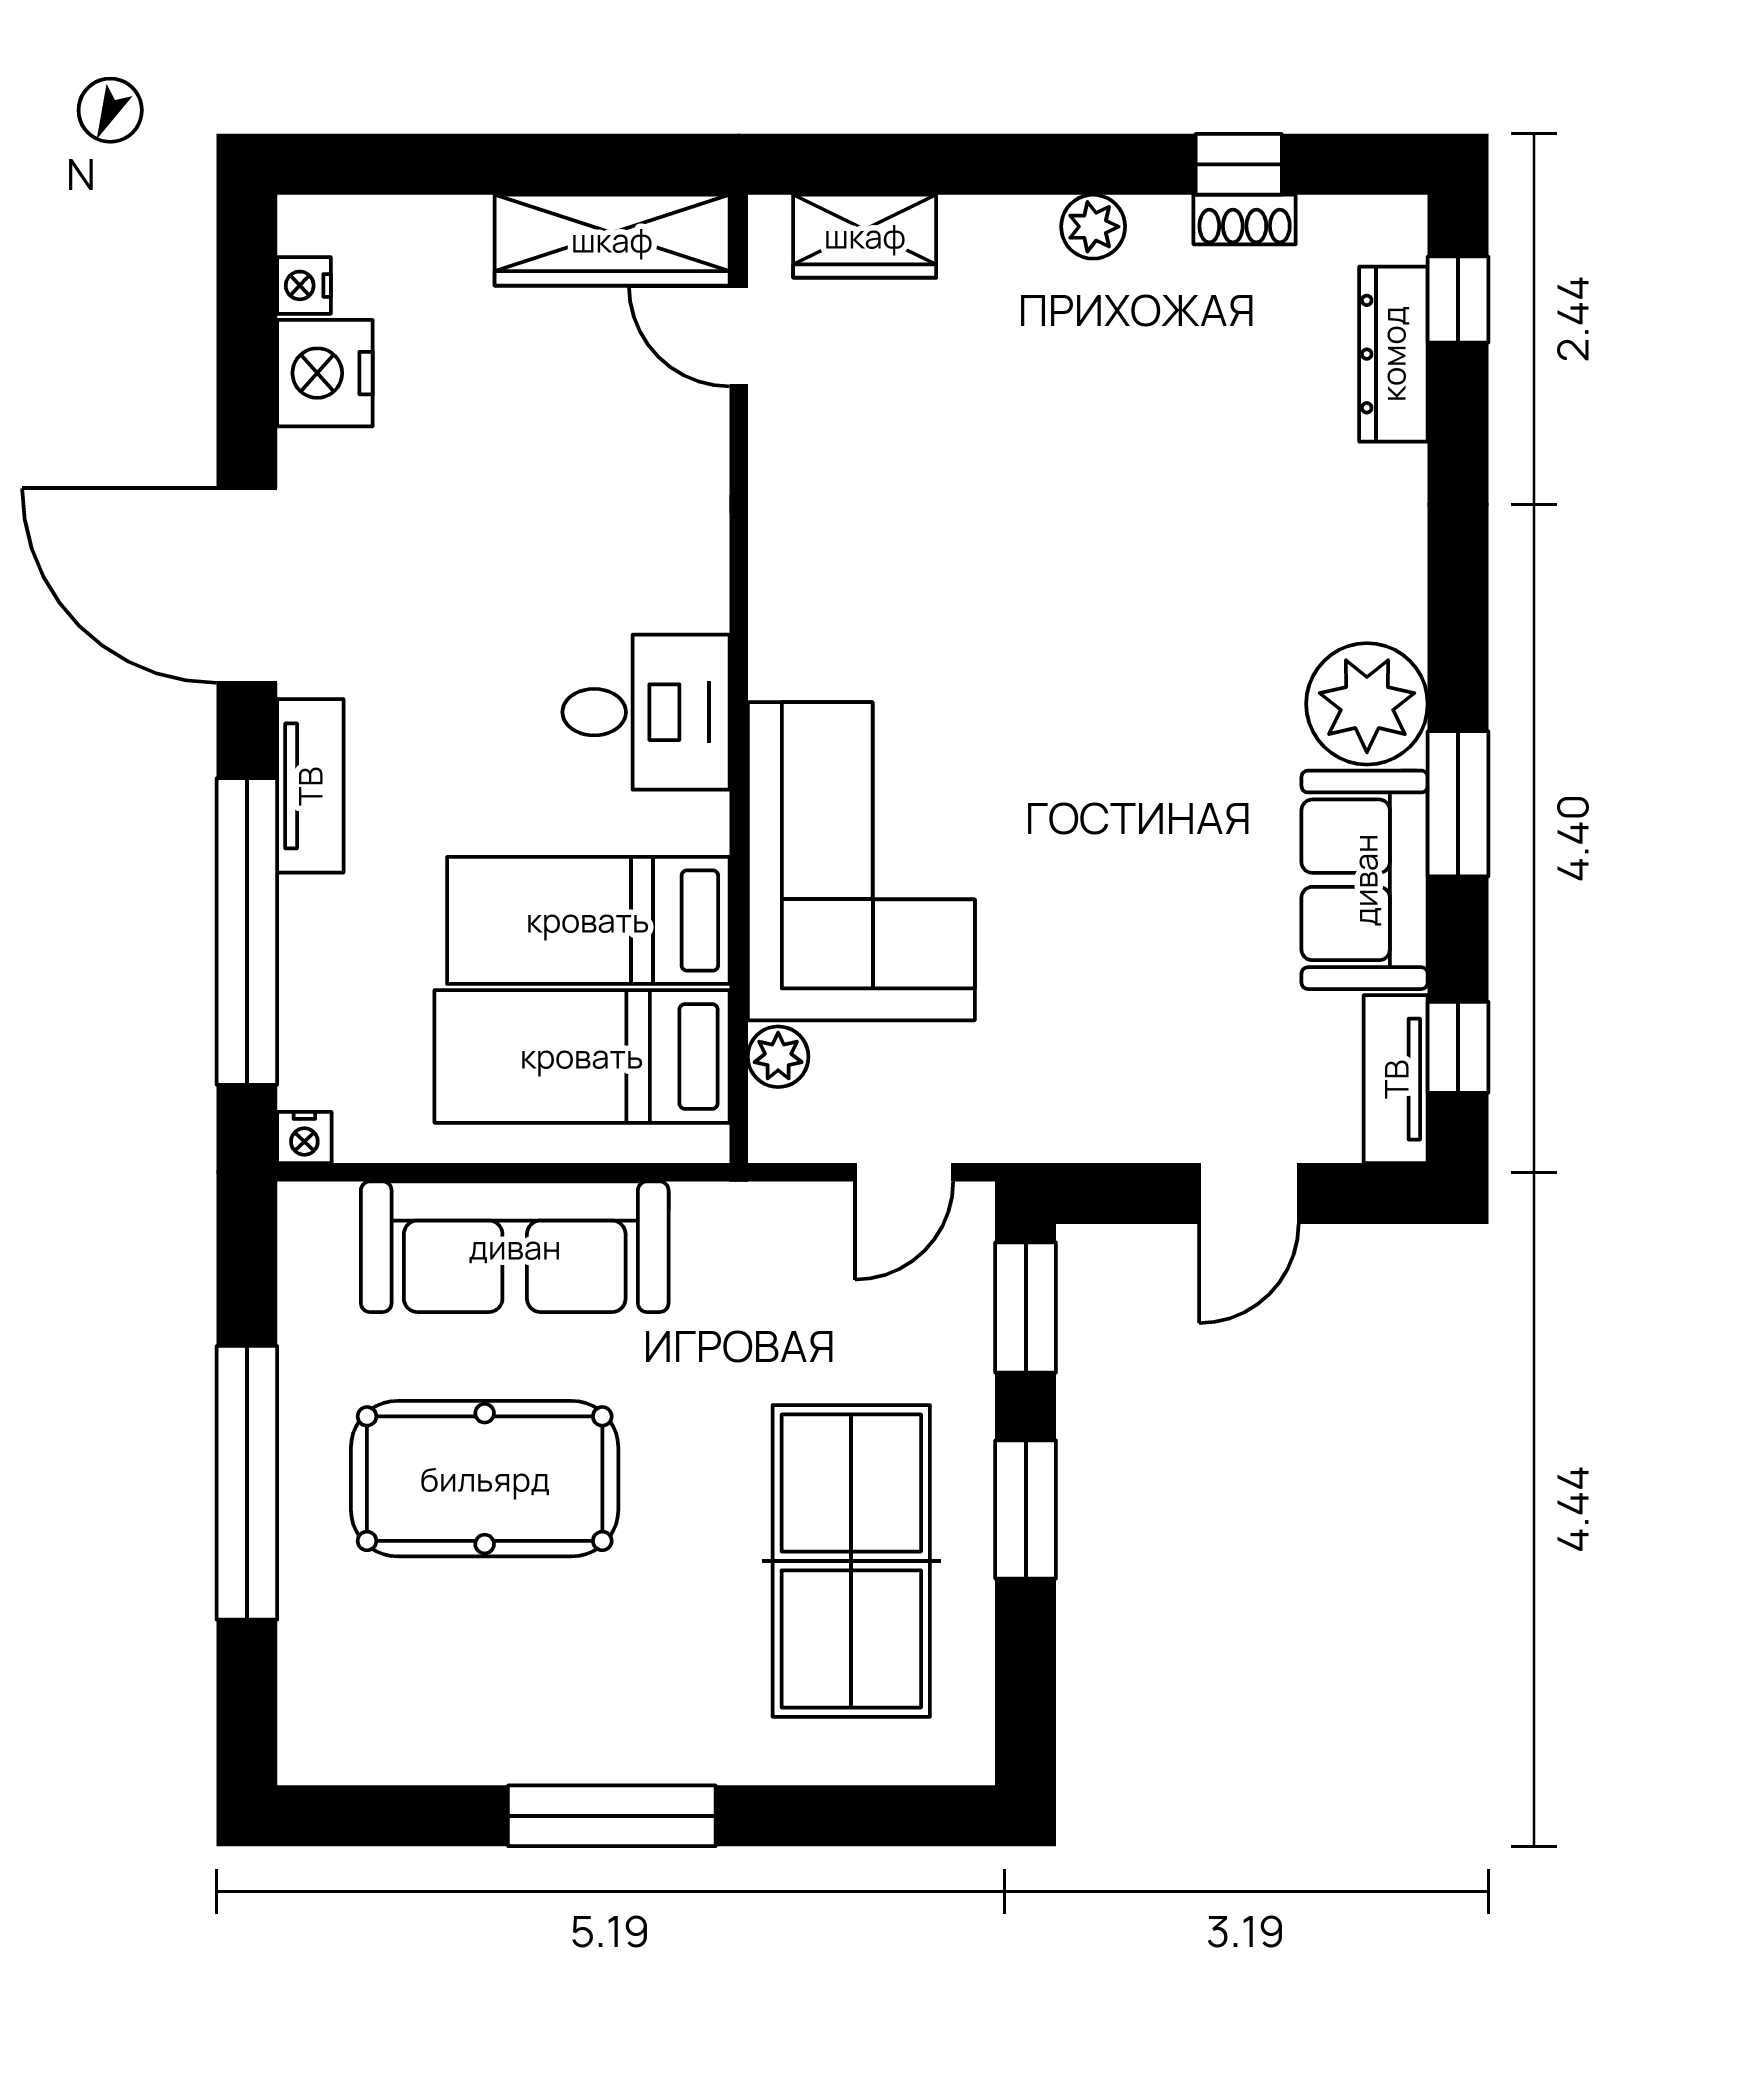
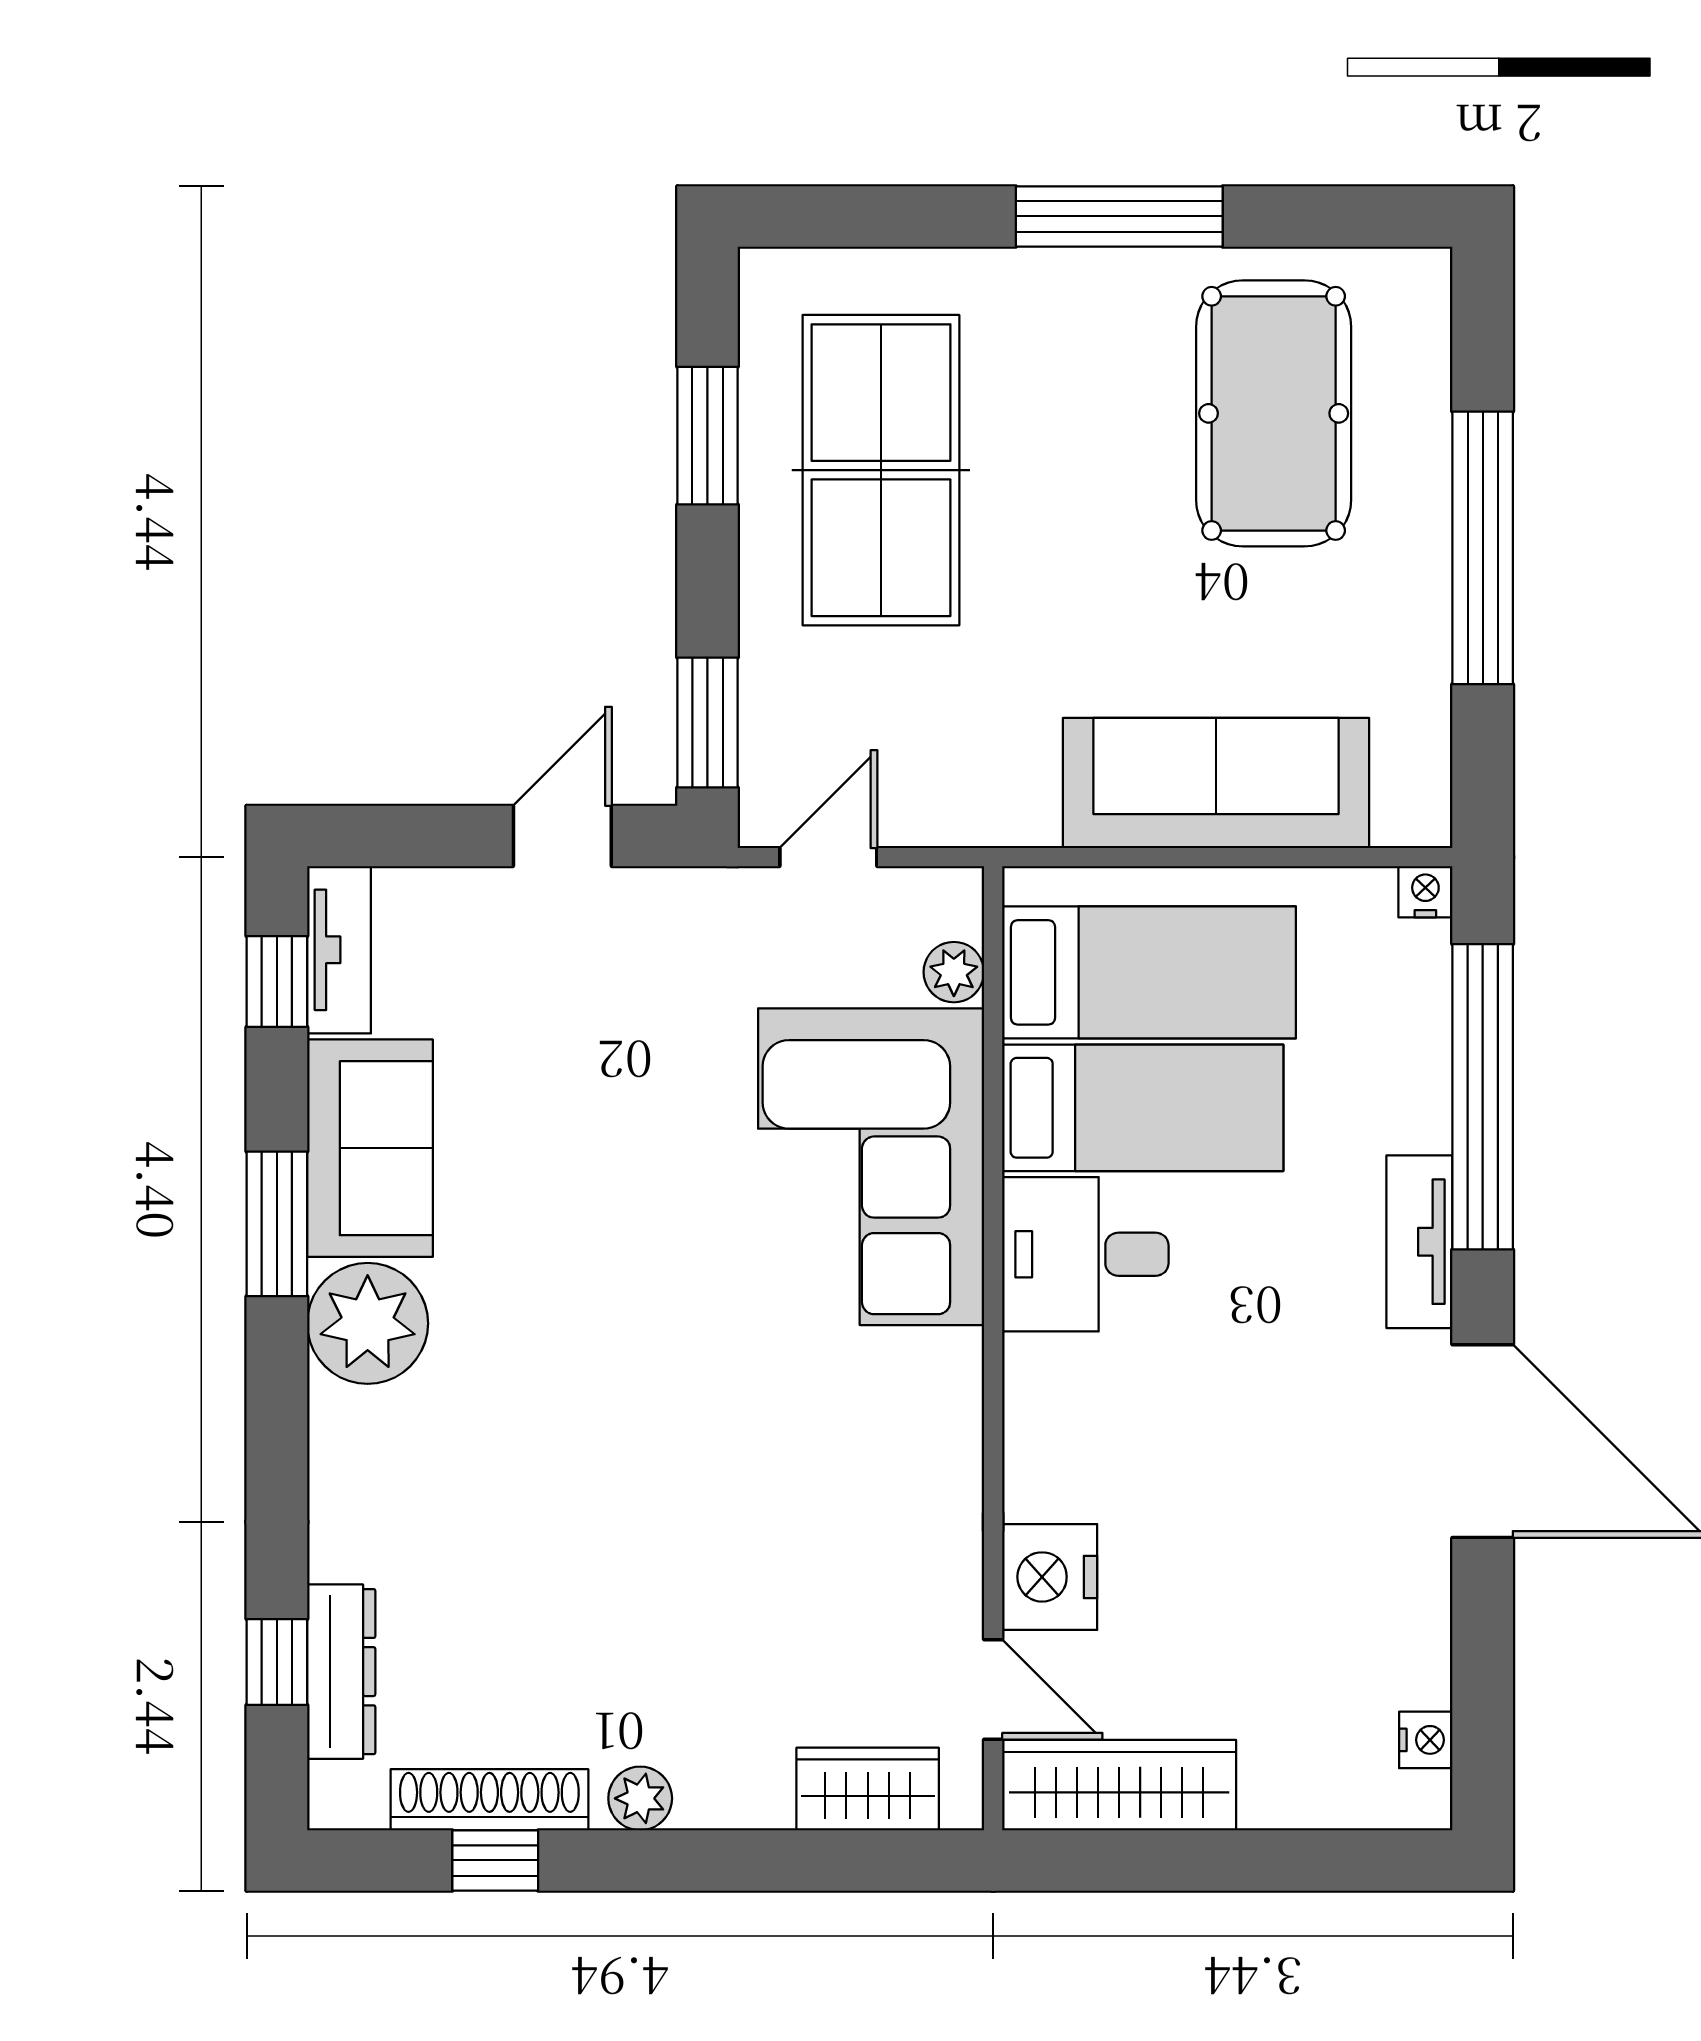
shoe rack: (1245, 220) -> (489, 1800), width x1.94, depth x1.24
window: (1458, 300) -> (277, 1662), moved
nightstand: (325, 373) -> (1050, 1577), moved, turned 180
desk: (646, 712) -> (1085, 1254), moved
door: (1249, 1193) -> (562, 836), moved
pool table: (485, 1479) -> (1274, 413), moved, turned 90
window: (1026, 1510) -> (707, 436), moved

